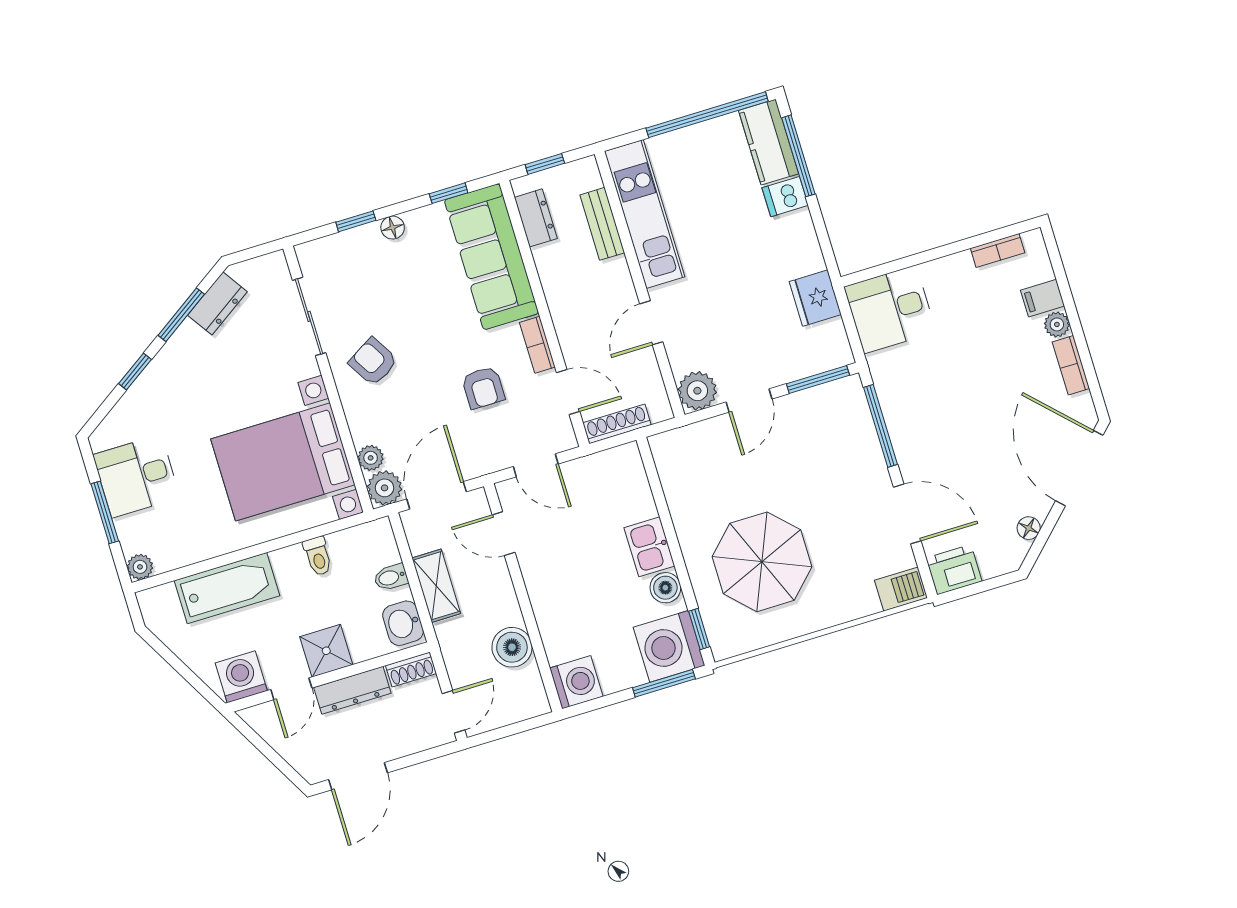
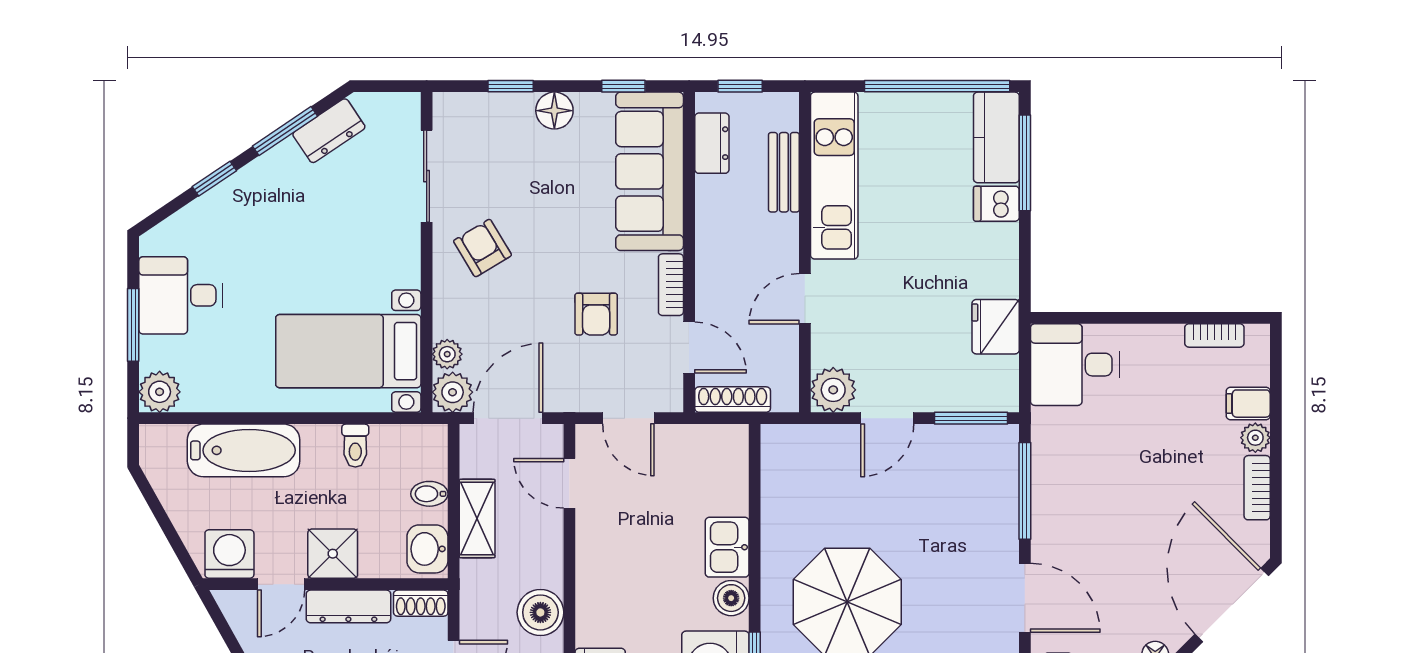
floor lamp: (393, 228) -> (554, 111), width x1.37, depth x1.37
bed with nightstands: (283, 462) -> (348, 351), width x0.73
plant: (140, 567) -> (160, 392), width x1.38, depth x1.38

